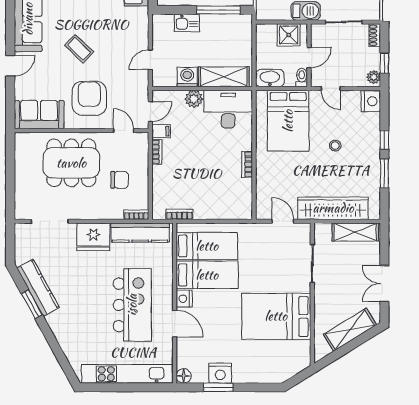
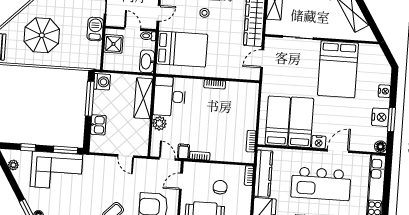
washing machine: (187, 77) -> (102, 82), moved, turned 180
kitchen island: (132, 305) -> (321, 184), turned 180
nightstand: (253, 376) -> (384, 91), added

